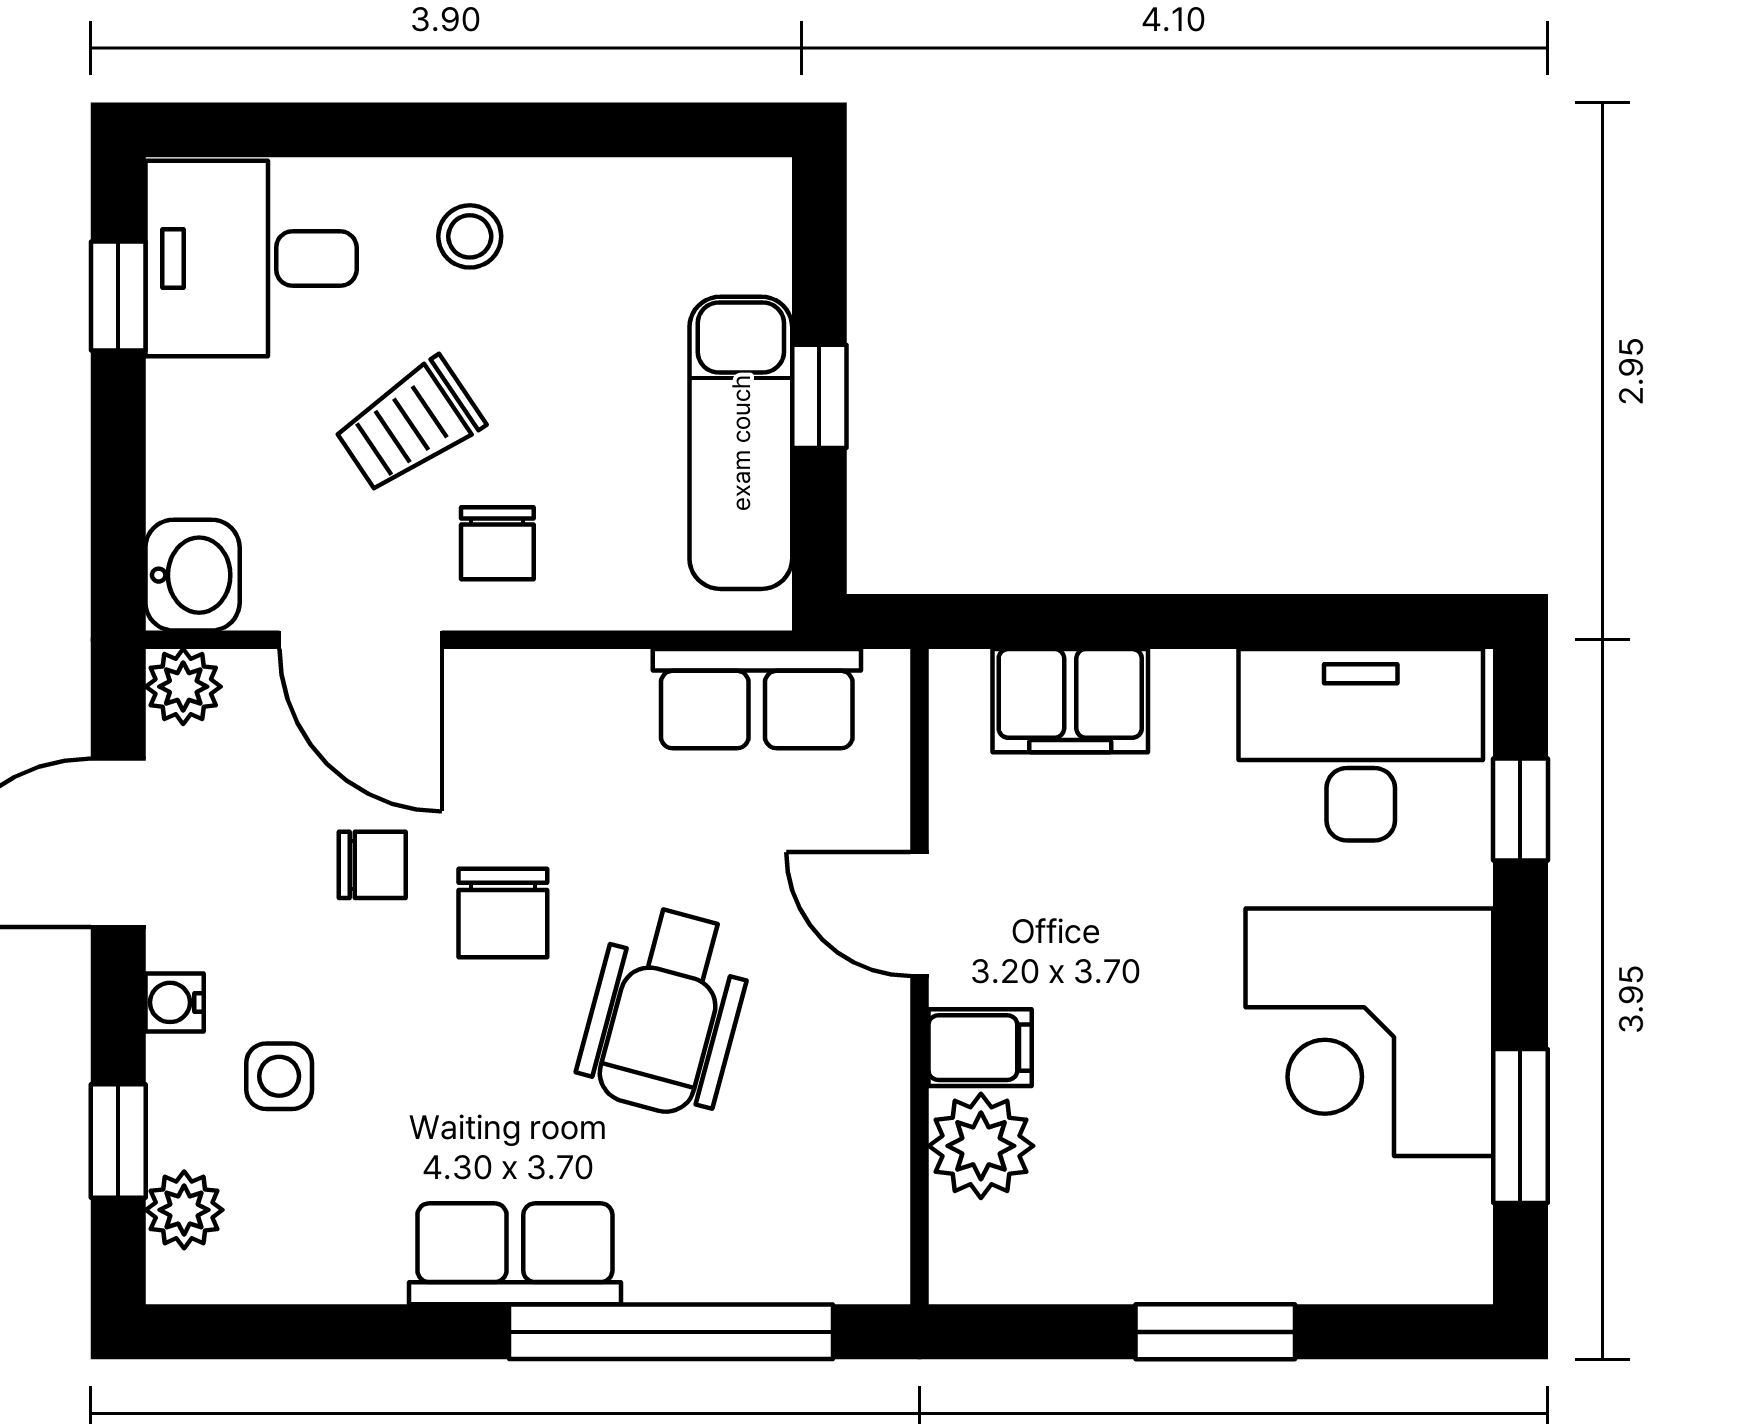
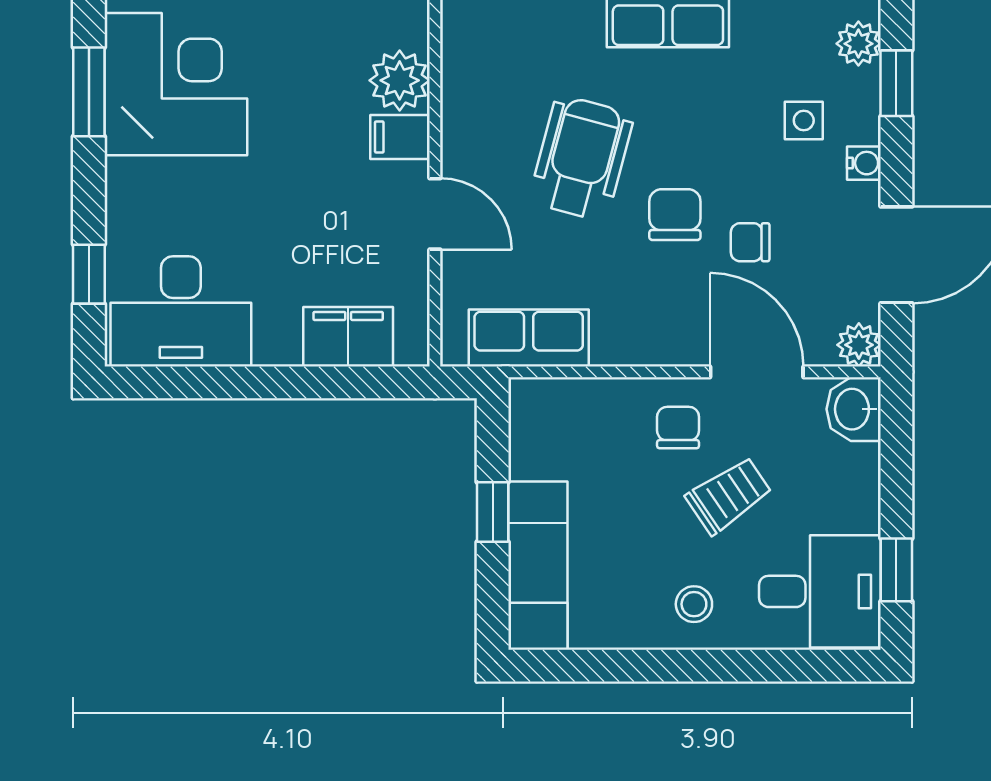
exam couch: (741, 443) -> (538, 566), moved
corner desk: (1369, 1032) -> (176, 84), moved

